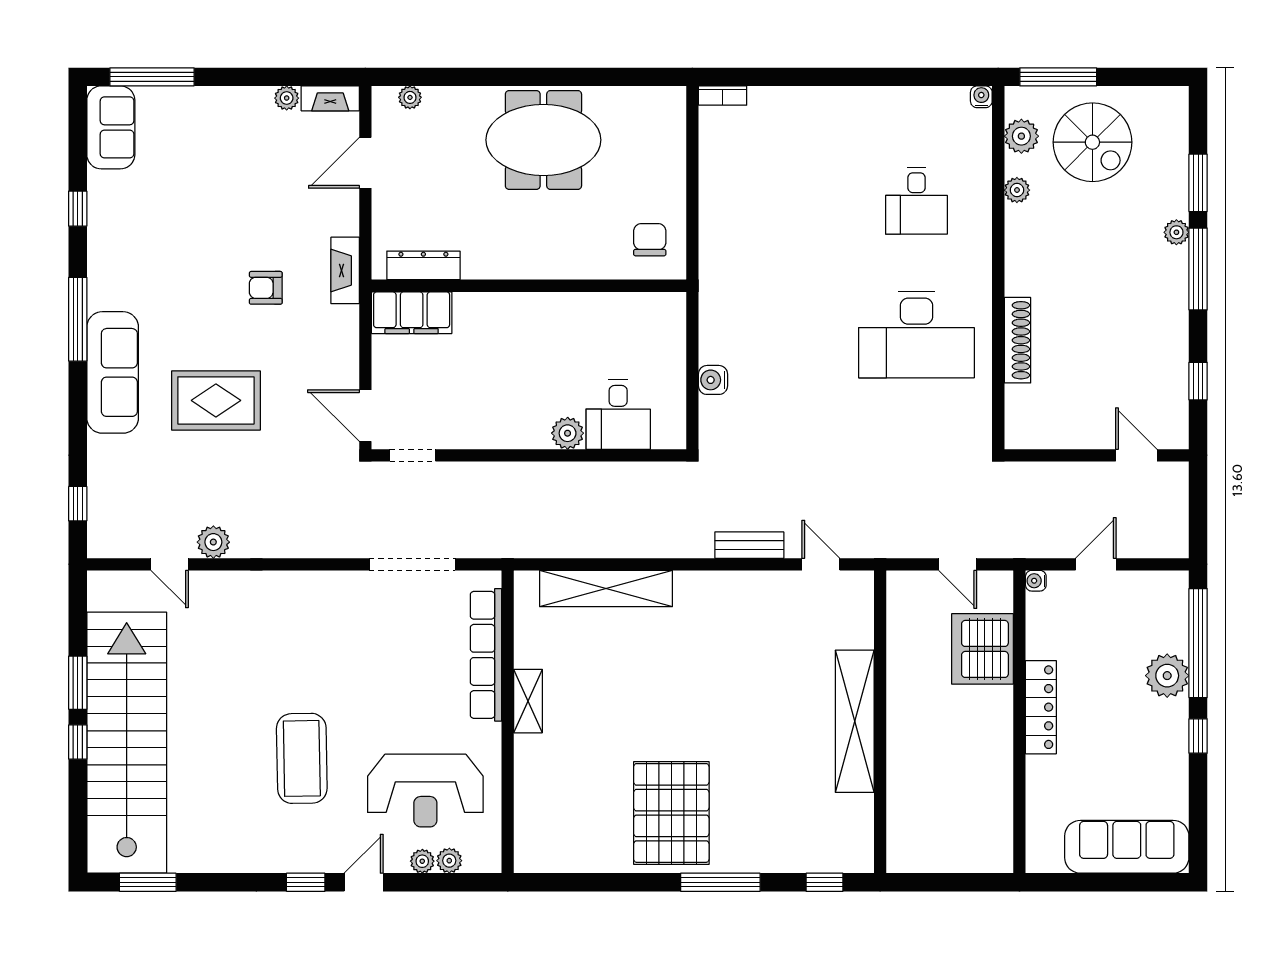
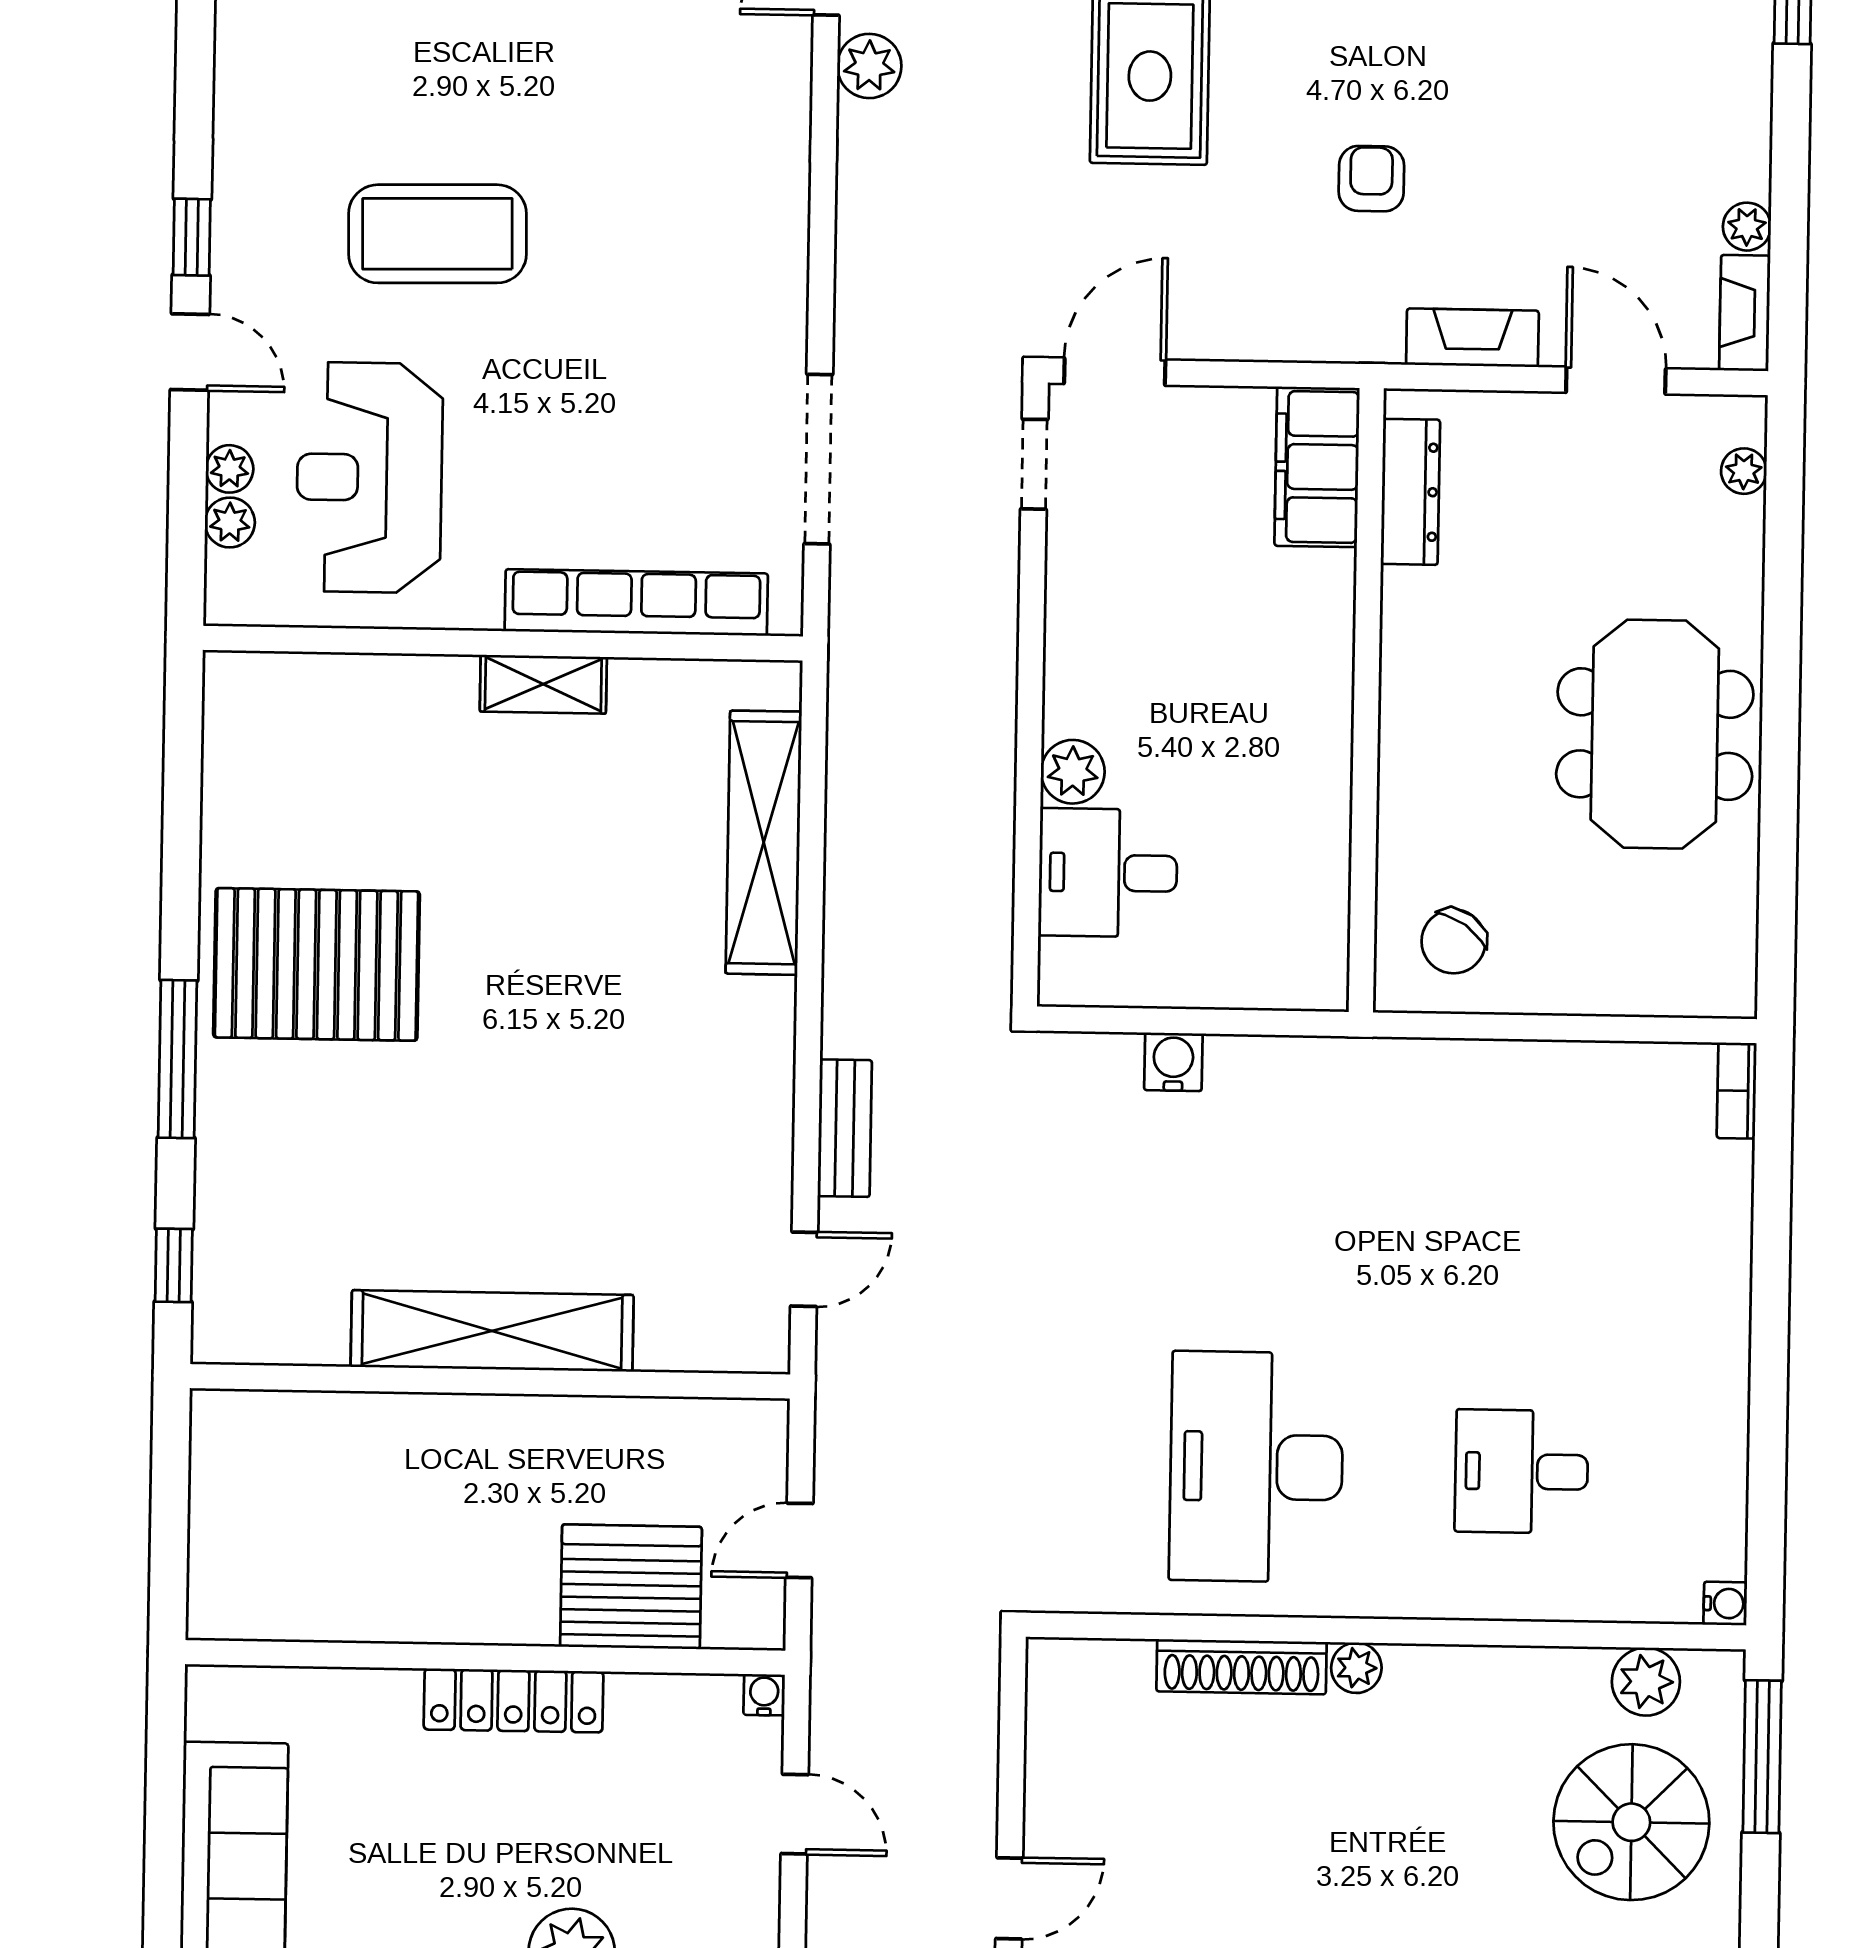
plant: (1017, 190) -> (1356, 1668), moved
chair: (650, 240) -> (1454, 941), turned 125
fireplace: (345, 270) -> (1472, 338), moved

